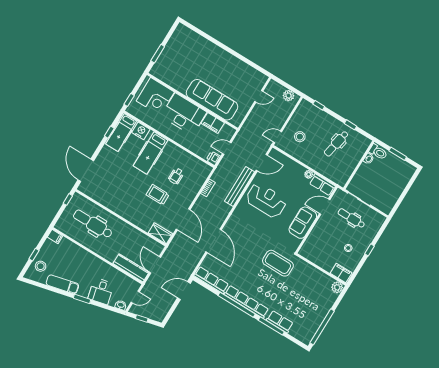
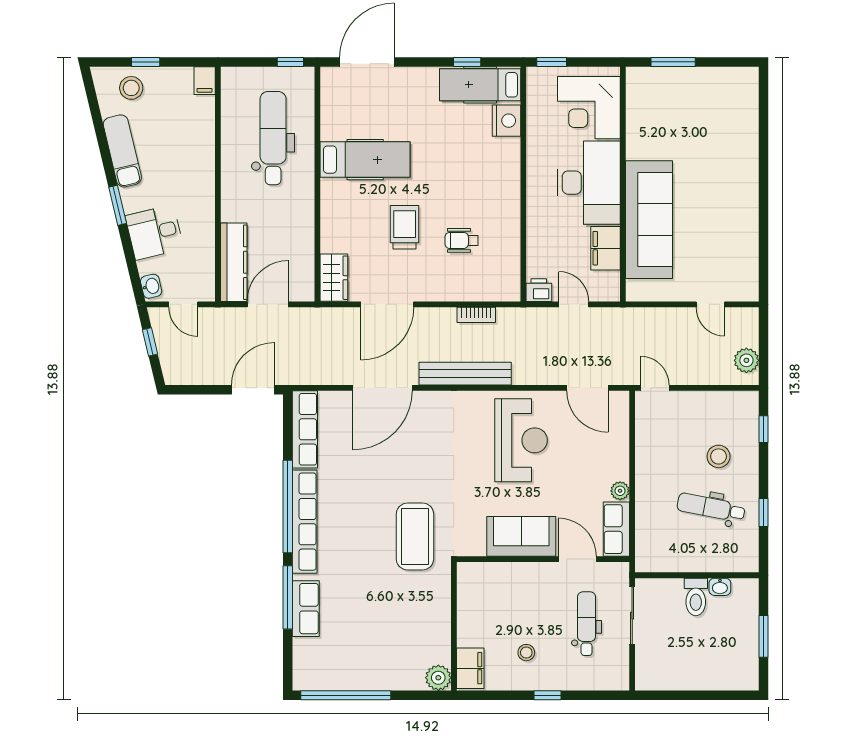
stool: (300, 137) -> (719, 456), moved
toilet: (378, 152) -> (696, 597), moved
hospital bed: (150, 153) -> (365, 160), moved, turned 180
bench: (240, 186) -> (465, 374), moved
door: (184, 291) -> (253, 390), hinge flipped

